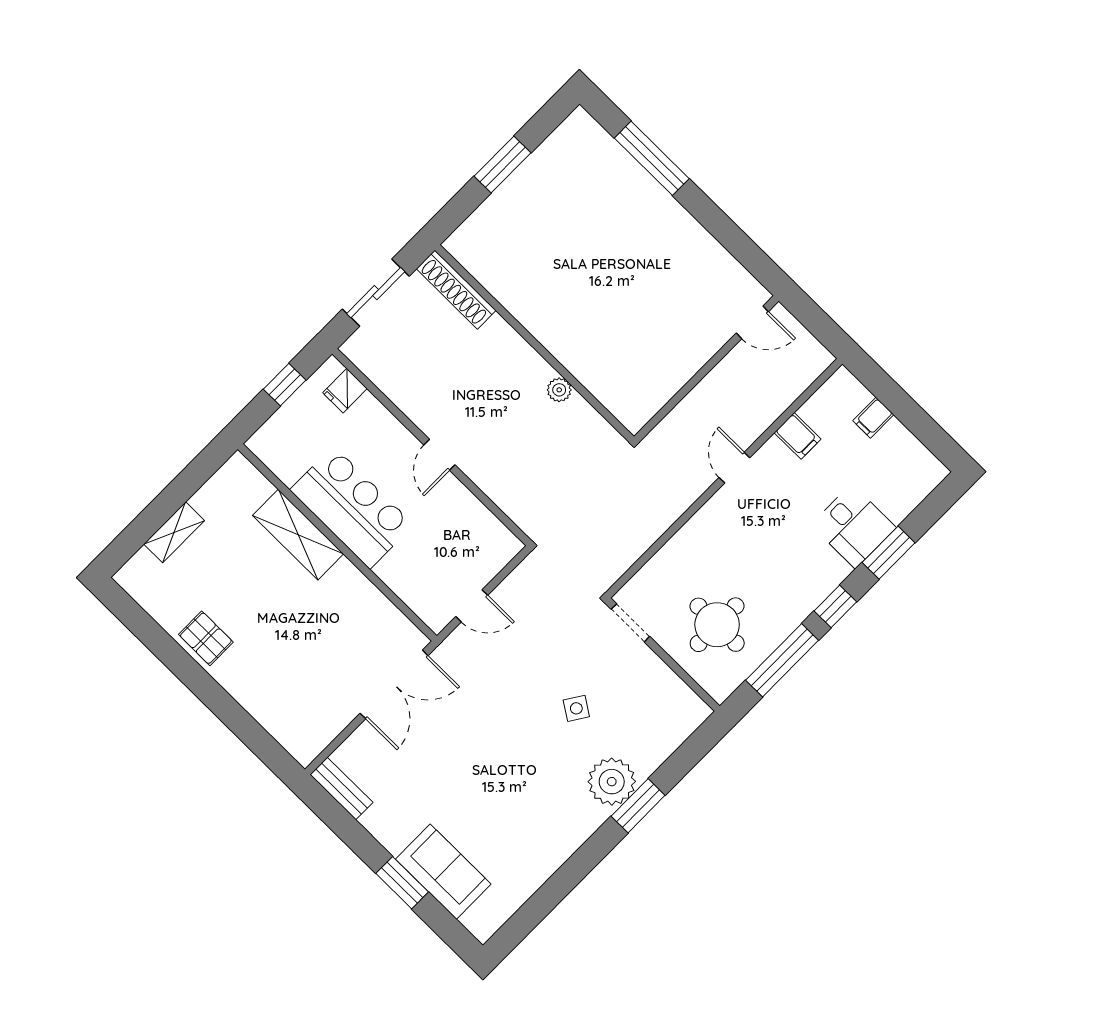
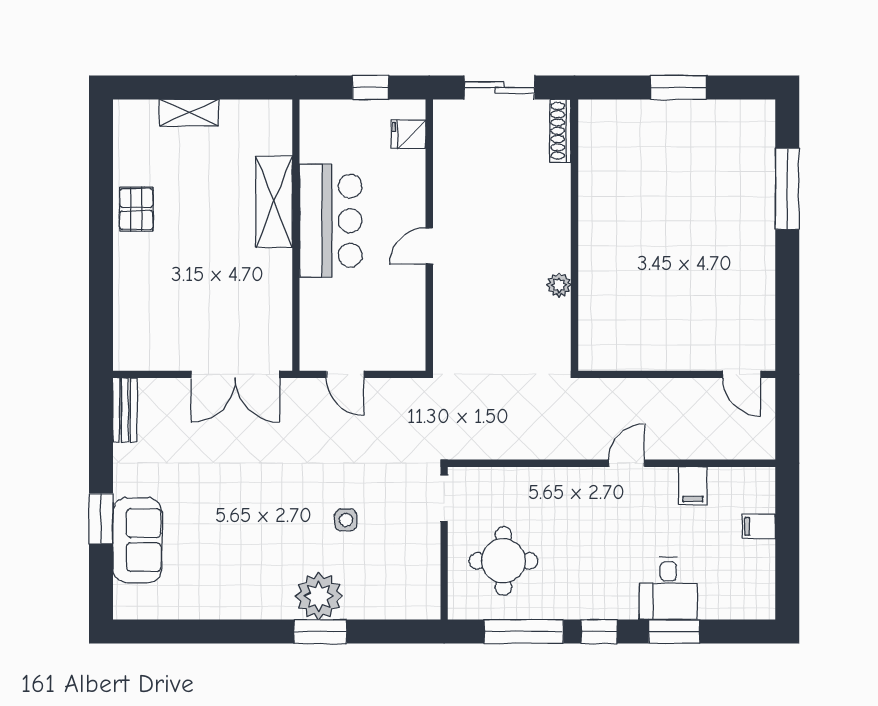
shoe rack: (456, 290) -> (560, 131), width x0.74, depth x0.81
side table: (576, 708) -> (346, 520), turned -33

